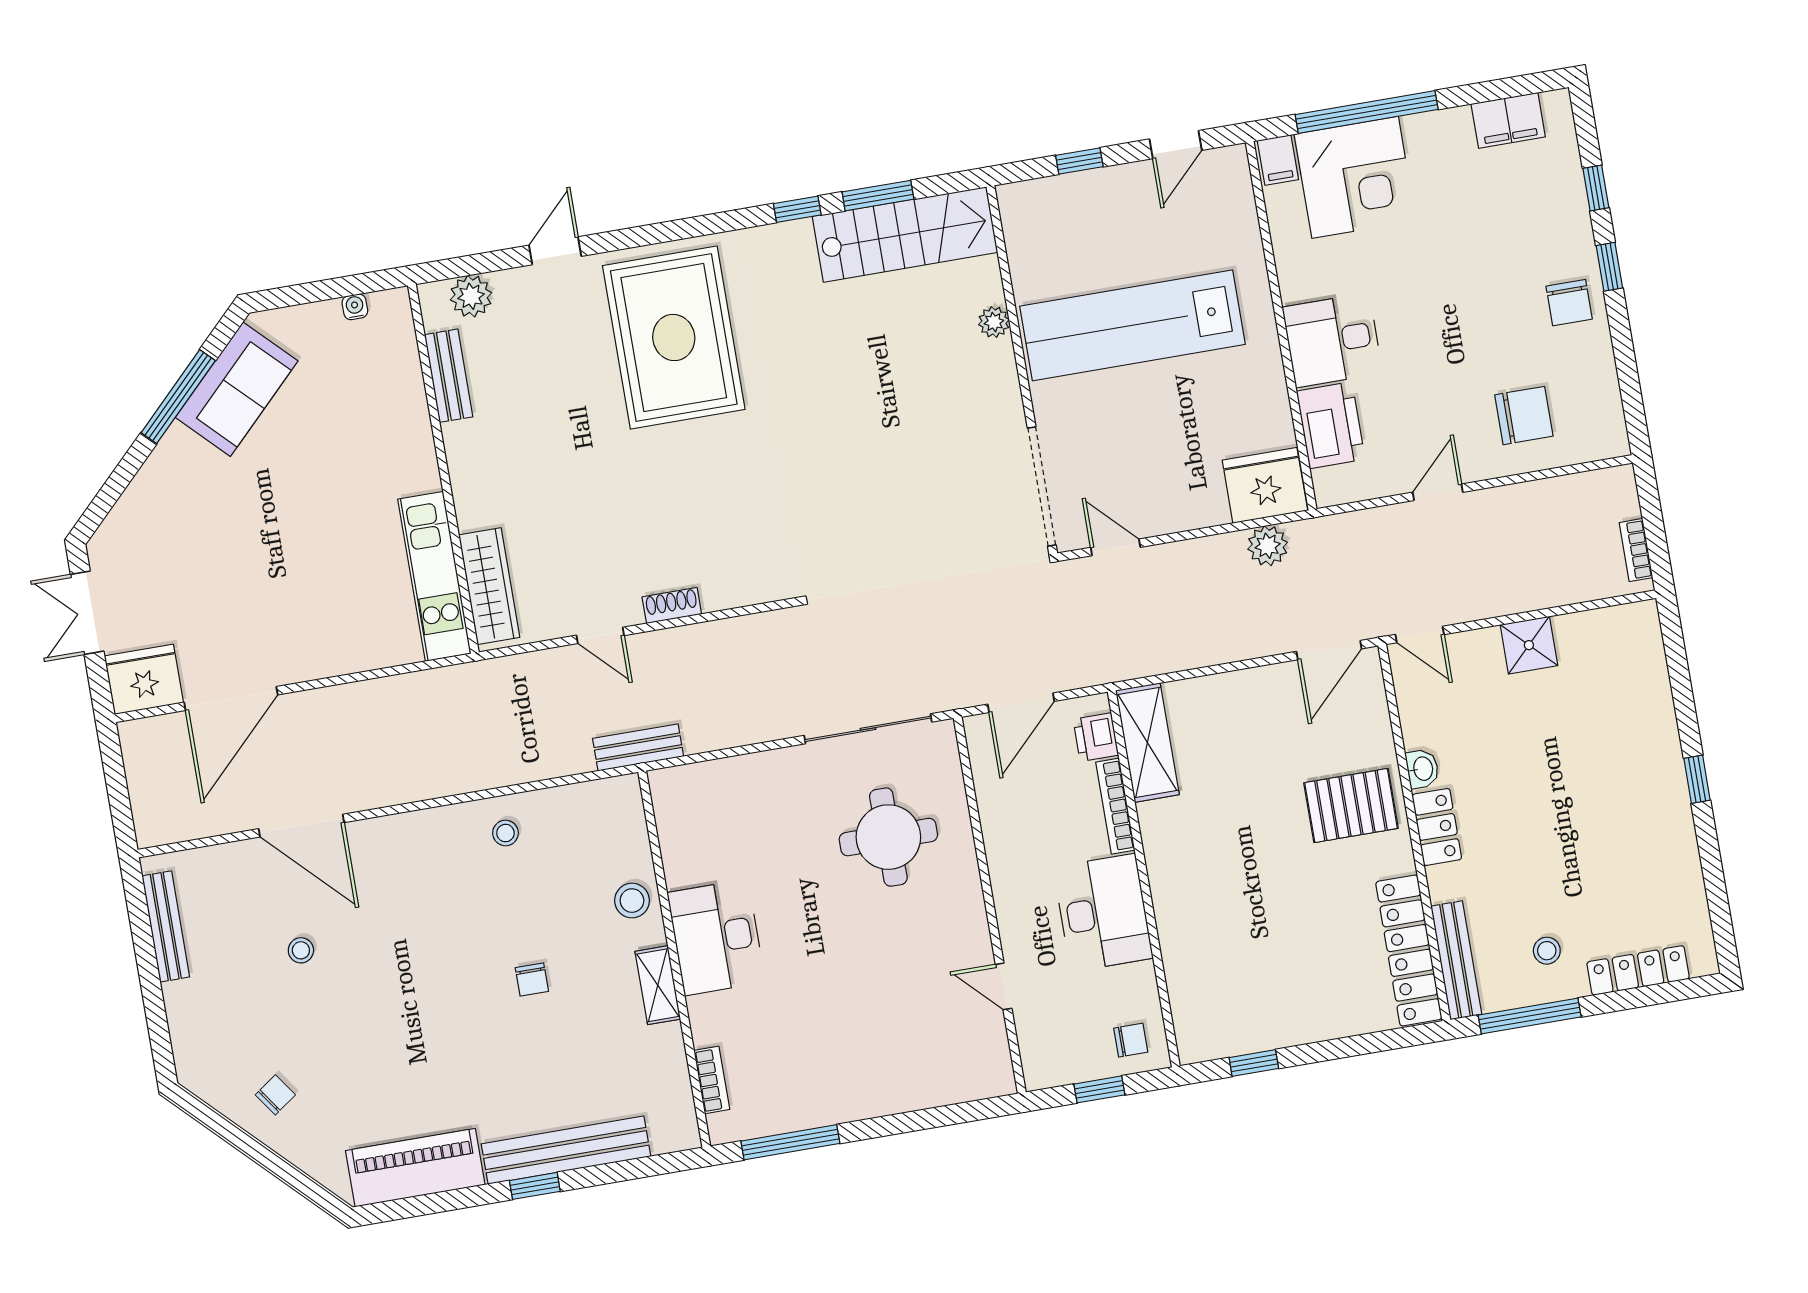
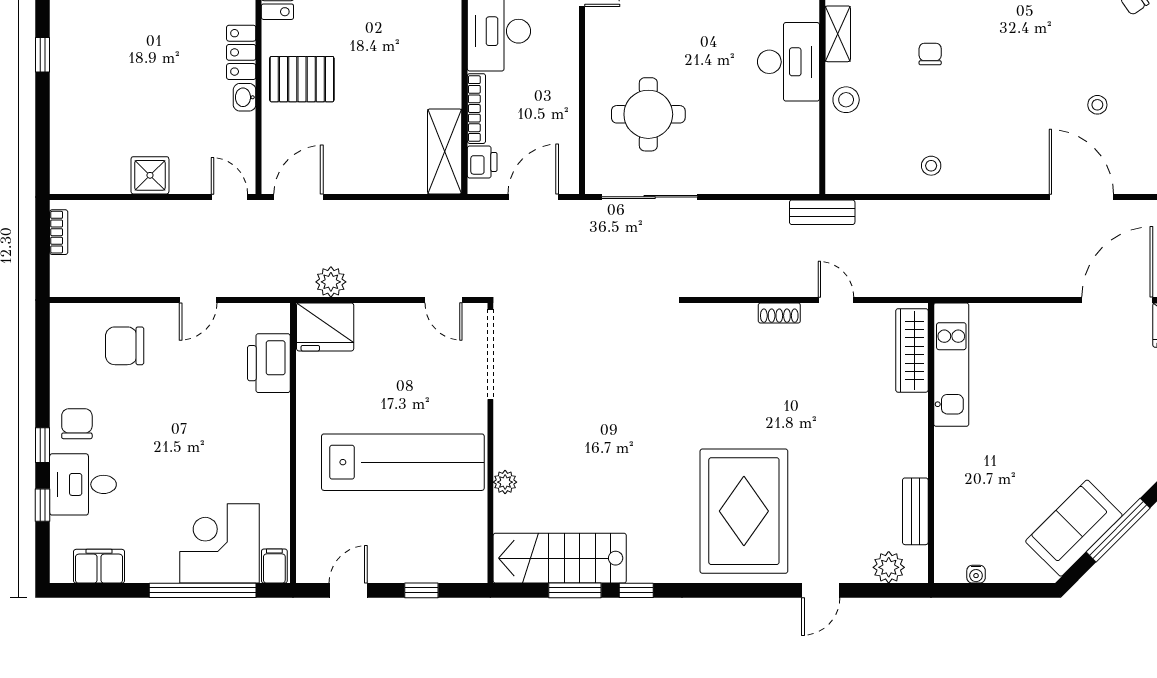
desk: (1332, 340) -> (83, 484), moved, turned 180

